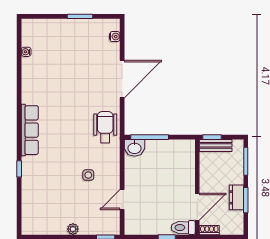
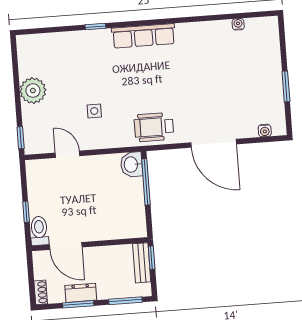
wheelchair: (105, 127) -> (154, 127), turned 180
plant: (73, 229) -> (33, 91), width x1.87, depth x1.87
shoe rack: (209, 230) -> (41, 292), moved

